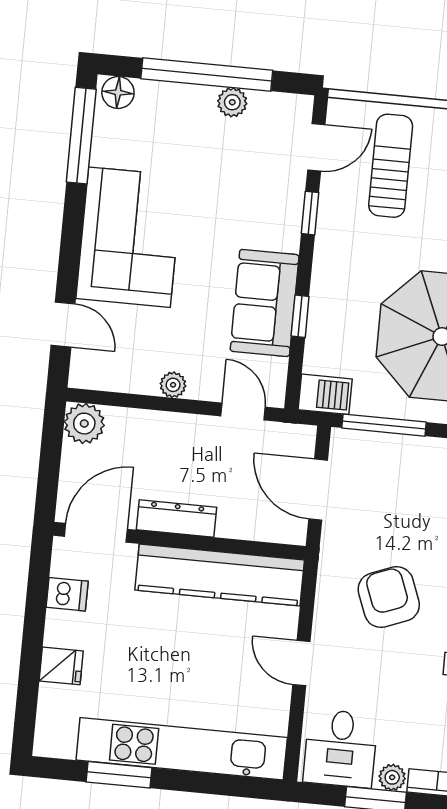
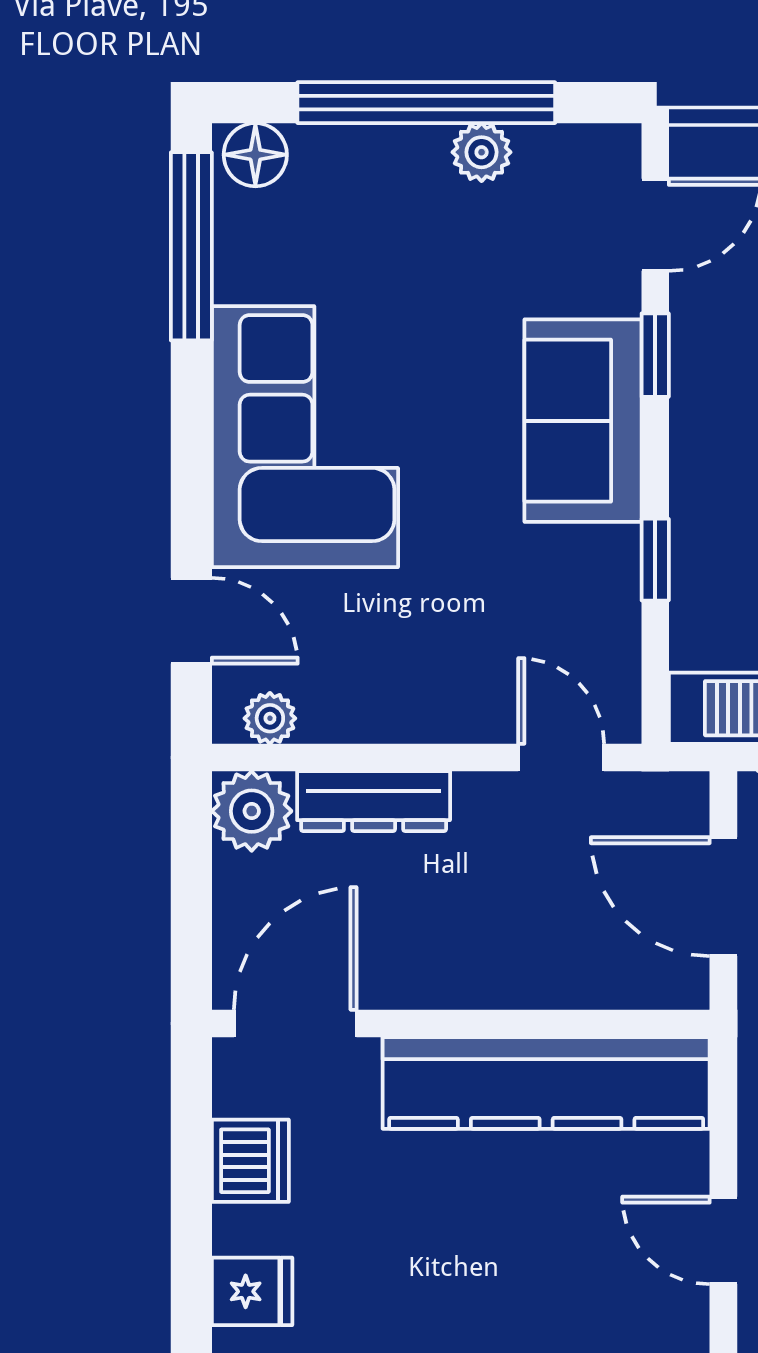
sofa: (265, 303) -> (583, 421), moved
plant: (173, 385) -> (270, 718), moved
dresser: (177, 518) -> (374, 801), moved, turned 180
dishwasher: (67, 594) -> (250, 1161), width x1.38

